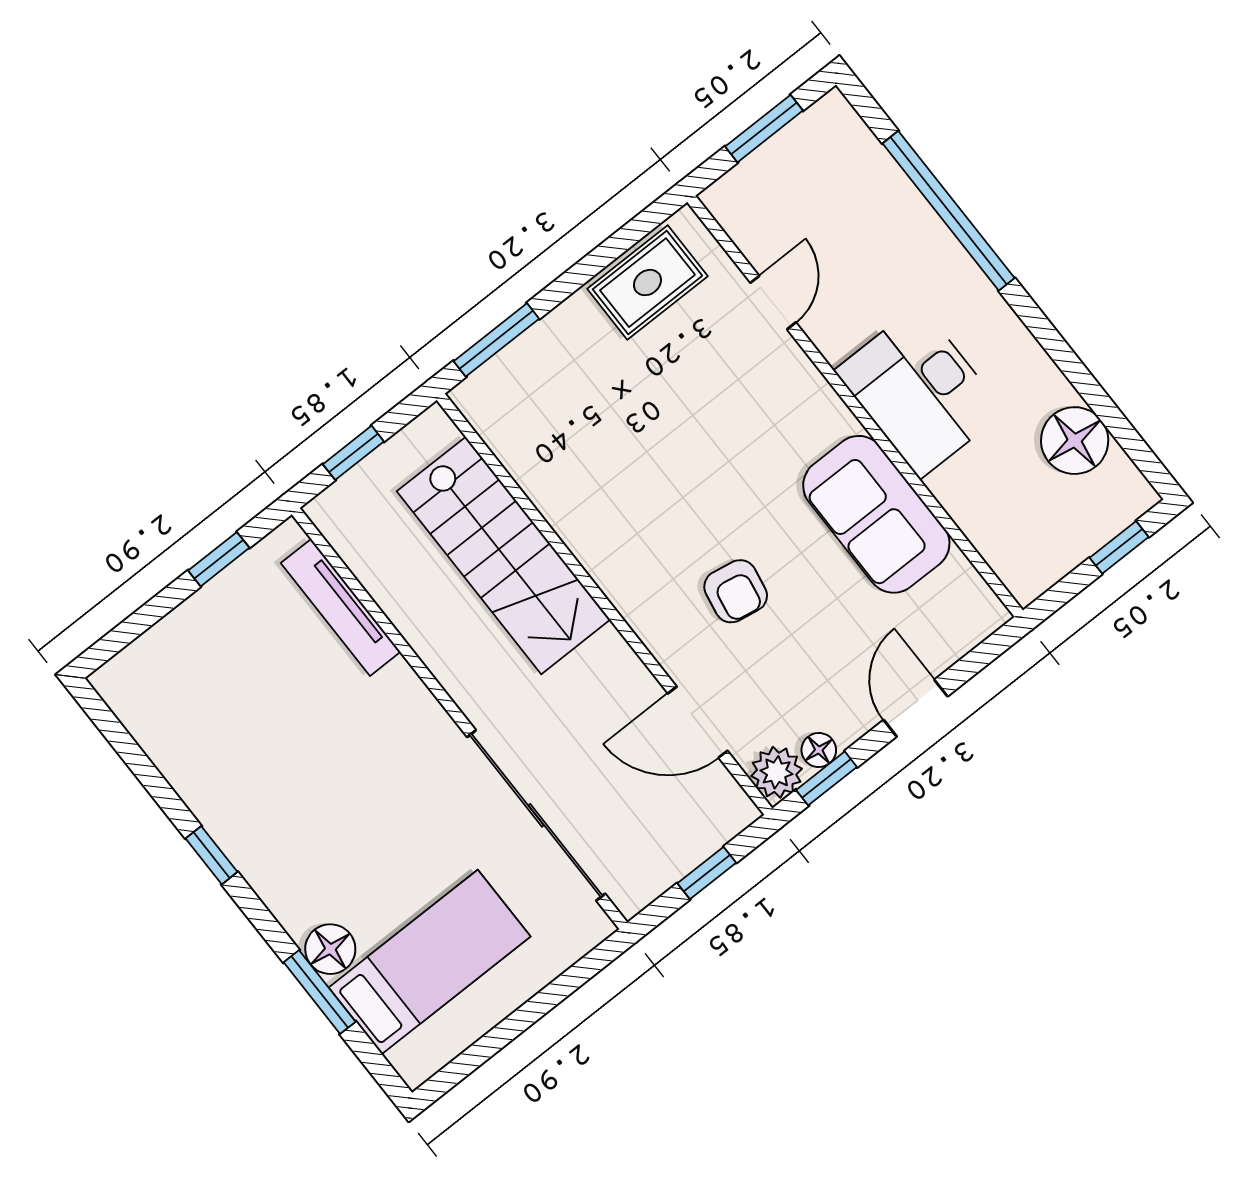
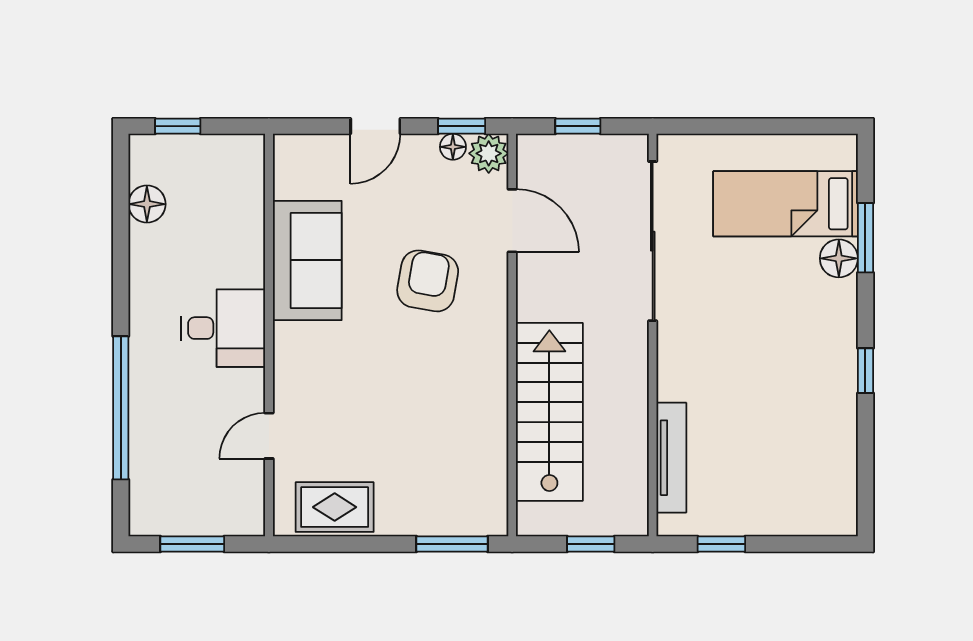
desk: (920, 391) -> (223, 328), width x0.73
floor lamp: (1075, 441) -> (147, 204), width x0.73, depth x0.73
armchair: (736, 591) -> (428, 281), width x1.38, depth x1.38

